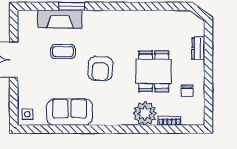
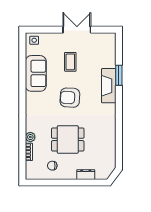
fireplace: (60, 19) -> (109, 86), moved
coffee table: (63, 52) -> (70, 62), moved
plant: (145, 113) -> (30, 137), width x0.53, depth x0.53

